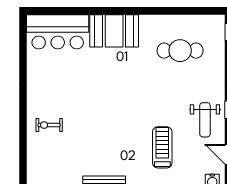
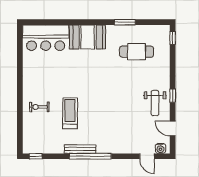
window: (164, 11) -> (125, 22), added
treadmill: (162, 147) -> (70, 113), moved

